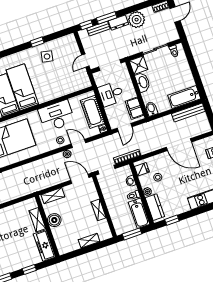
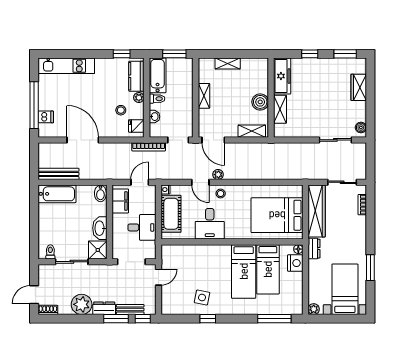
desk: (56, 116) -> (210, 224), width x0.73

